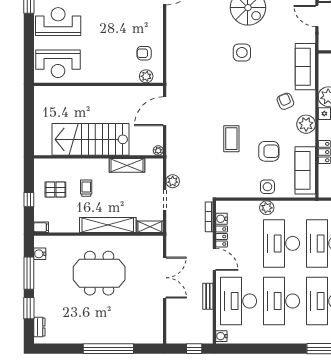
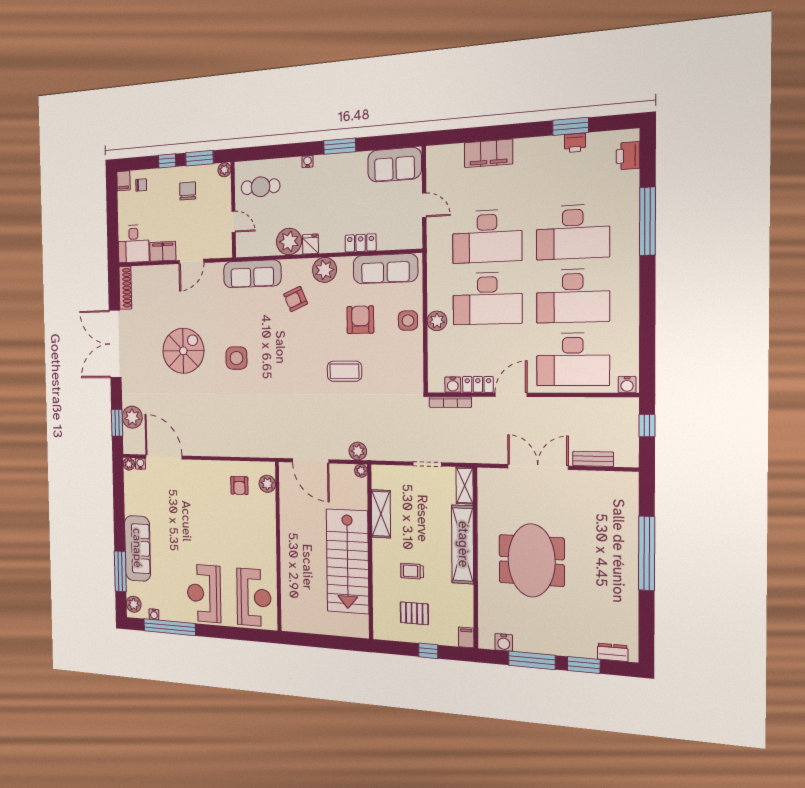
plant: (173, 181) -> (358, 451), moved
pallet: (55, 190) -> (414, 613), turned 90
bench: (208, 296) -> (593, 459), moved

